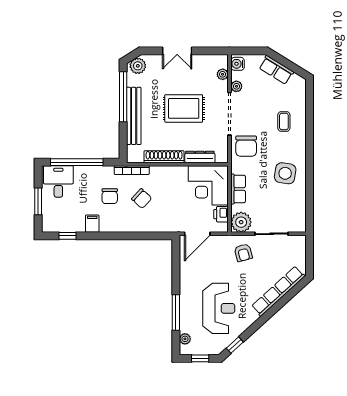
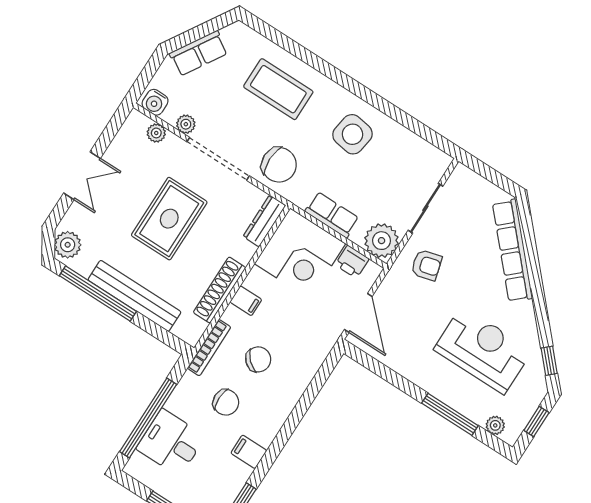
coffee table: (284, 121) -> (278, 89), width x1.86, depth x1.72
dresser: (200, 157) -> (264, 221), moved
filing cabinet: (167, 173) -> (246, 301), added
desk: (58, 181) -> (171, 442), moved

